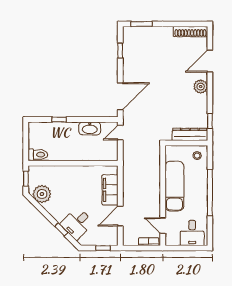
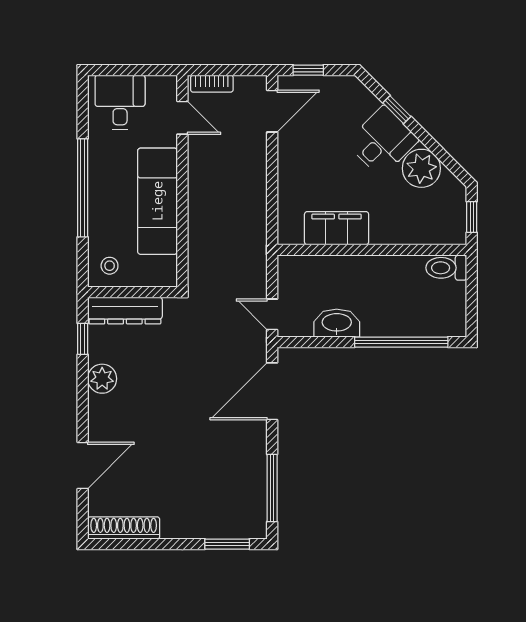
window: (120, 51) -> (272, 488), width x2.17
plant: (201, 87) -> (102, 379), moved
window: (59, 119) -> (401, 342), width x3.17
door: (120, 133) -> (272, 314), swing flipped
filing cabinet: (110, 190) -> (337, 228), moved, turned -90
plant: (42, 194) -> (421, 168), moved
door: (120, 216) -> (272, 111), moved
desk: (77, 223) -> (382, 141), moved

